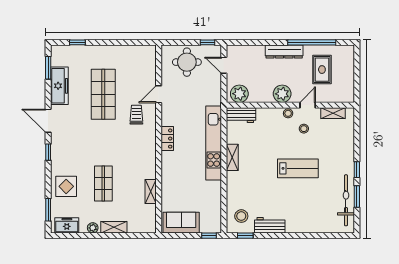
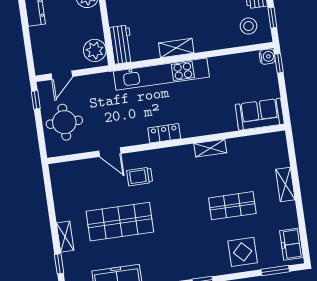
shelving: (98, 50) -> (65, 237), added
shelving: (151, 192) -> (210, 148), moved
sofa: (181, 223) -> (260, 114), moved, turned 90
water cooler: (215, 227) -> (267, 57), added
plant: (93, 228) -> (290, 211), removed

